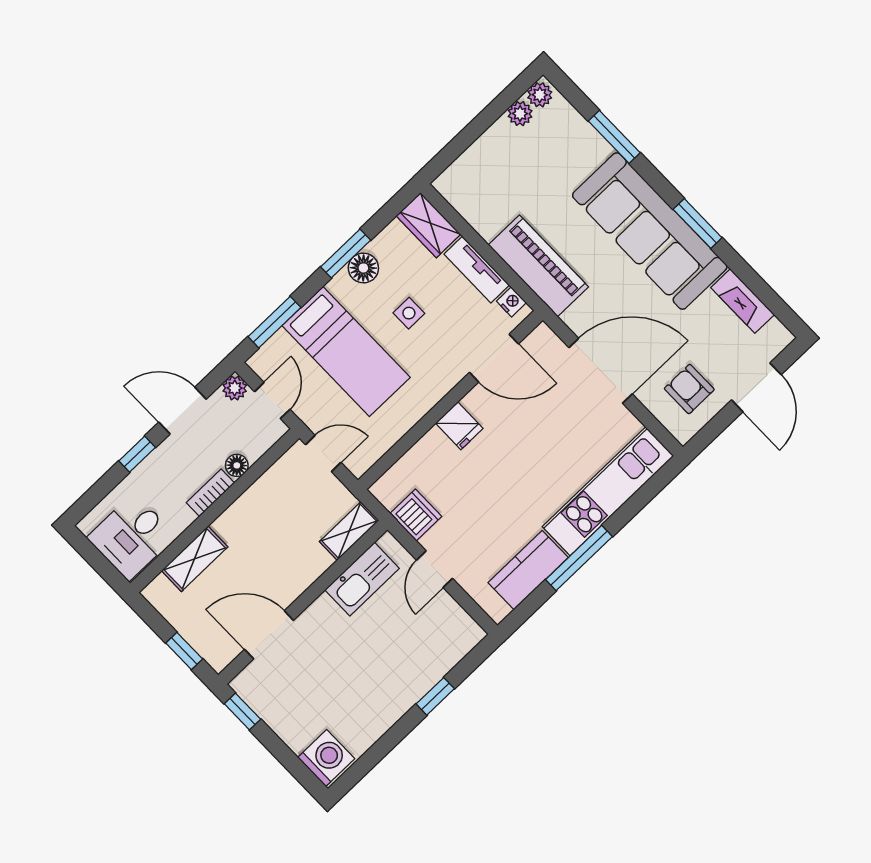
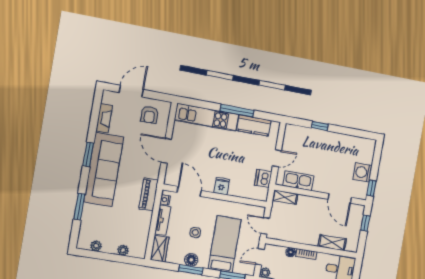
plant: (540, 95) -> (123, 250), moved
piano: (538, 266) -> (149, 194), width x0.73, depth x0.75
door: (601, 371) -> (166, 151), width x0.73
washing machine: (326, 758) -> (363, 172), moved

